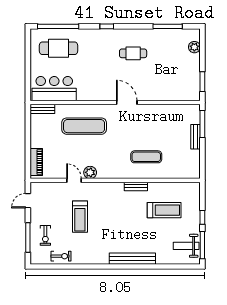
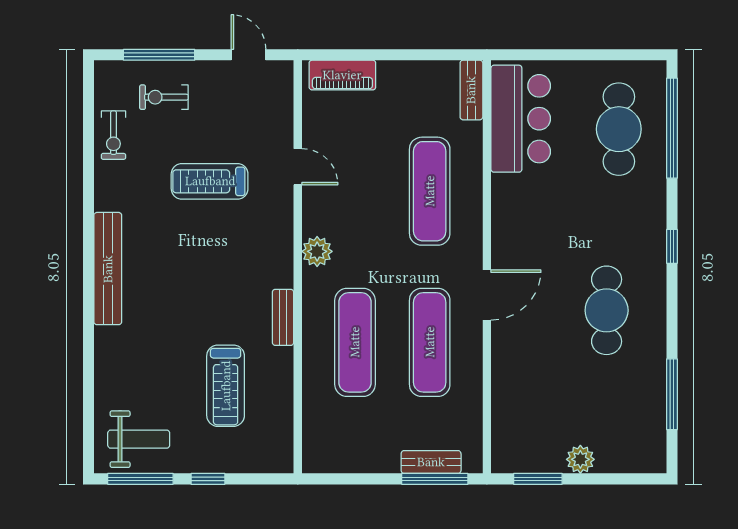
plant: (194, 47) -> (580, 459), moved
cafe table: (133, 53) -> (607, 310), width x1.37, depth x1.35
exercise mat: (146, 126) -> (430, 342), added
bench: (195, 137) -> (431, 462), moved
exercise mat: (146, 157) -> (355, 342), width x1.36, depth x1.45
plant: (90, 172) -> (317, 251), moved
door: (74, 180) -> (298, 167), hinge flipped
weight bench: (186, 246) -> (139, 439), turned 90
bench: (132, 259) -> (108, 269), moved

